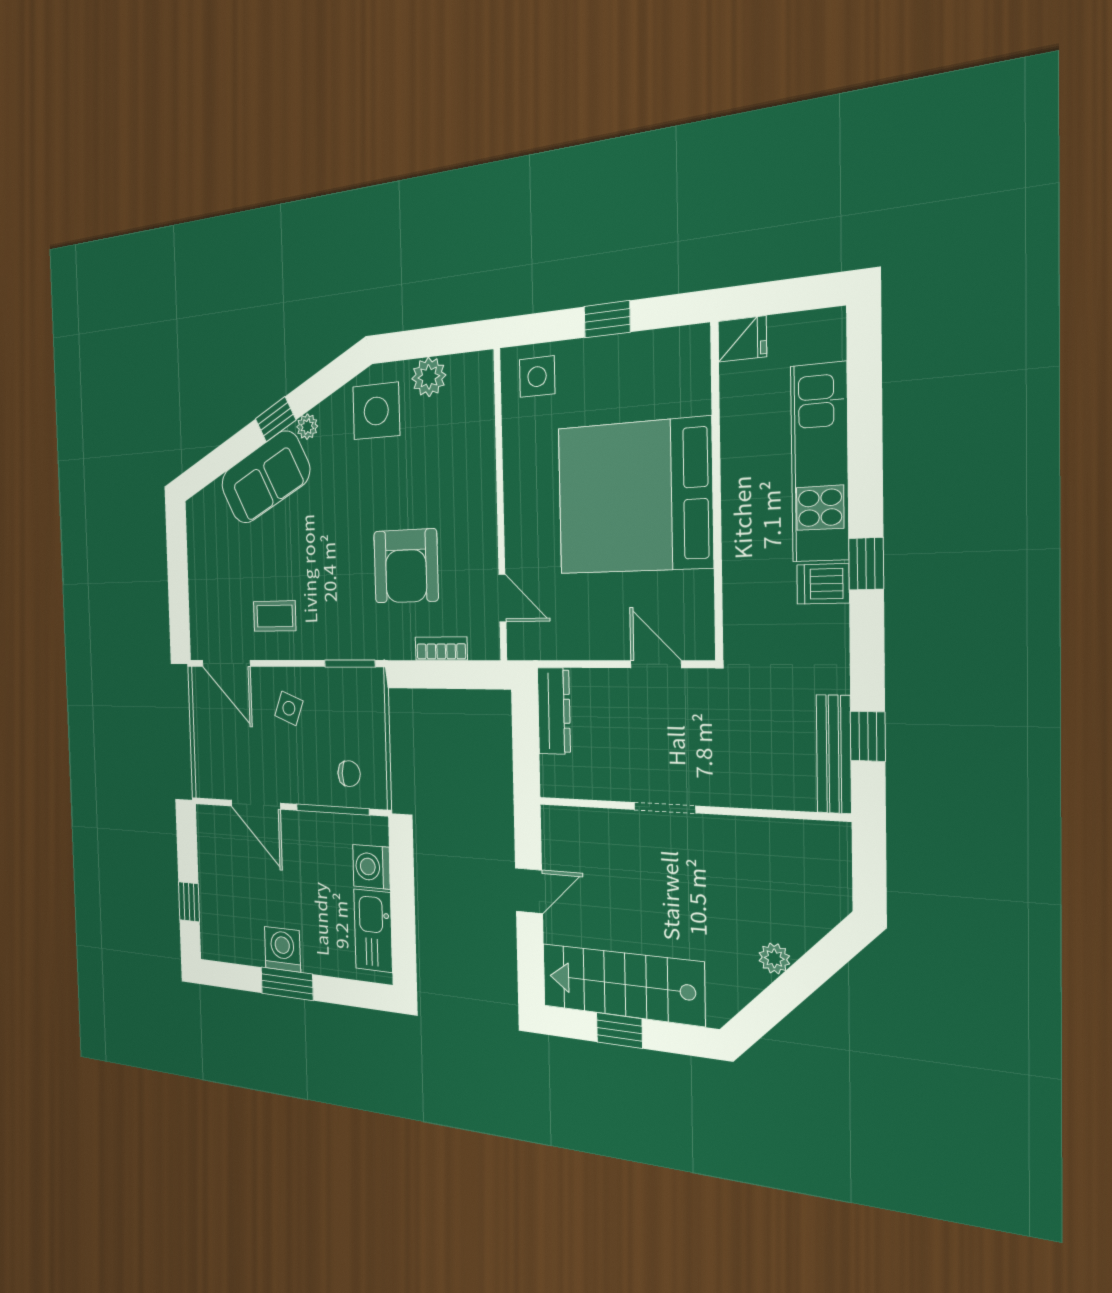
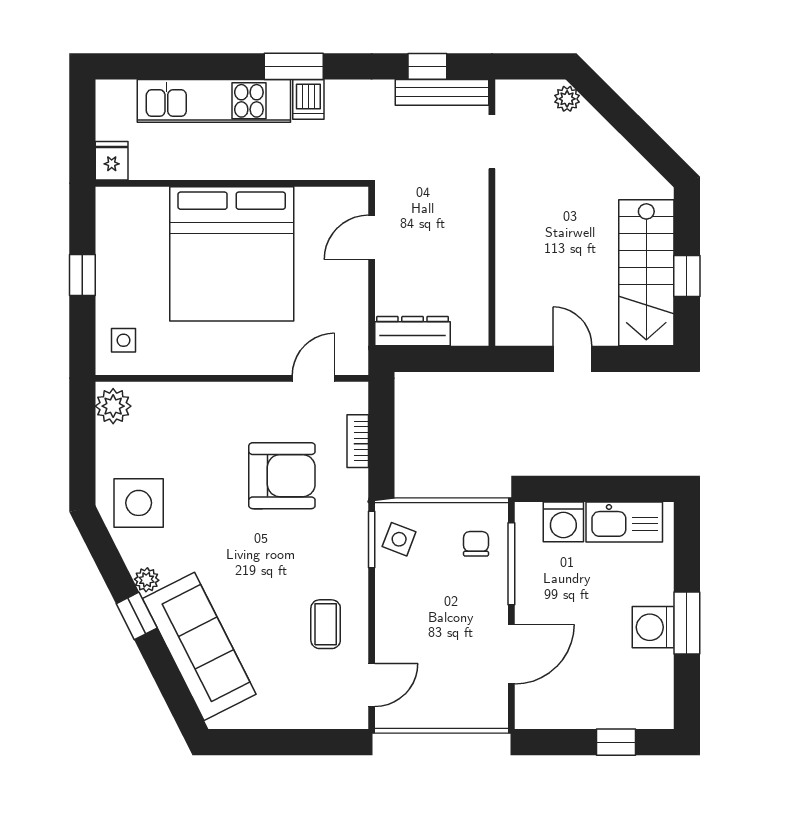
plant: (429, 377) -> (113, 406), moved
side table: (537, 377) -> (124, 340), width x0.73, depth x0.73
sofa: (265, 477) -> (199, 646), width x1.36
window: (866, 564) -> (294, 66), width x1.50
door: (226, 663) -> (372, 685), width x0.73
side table: (289, 708) -> (399, 539), moved
doorway: (665, 808) -> (492, 142), moved
plant: (774, 958) -> (567, 99), moved

